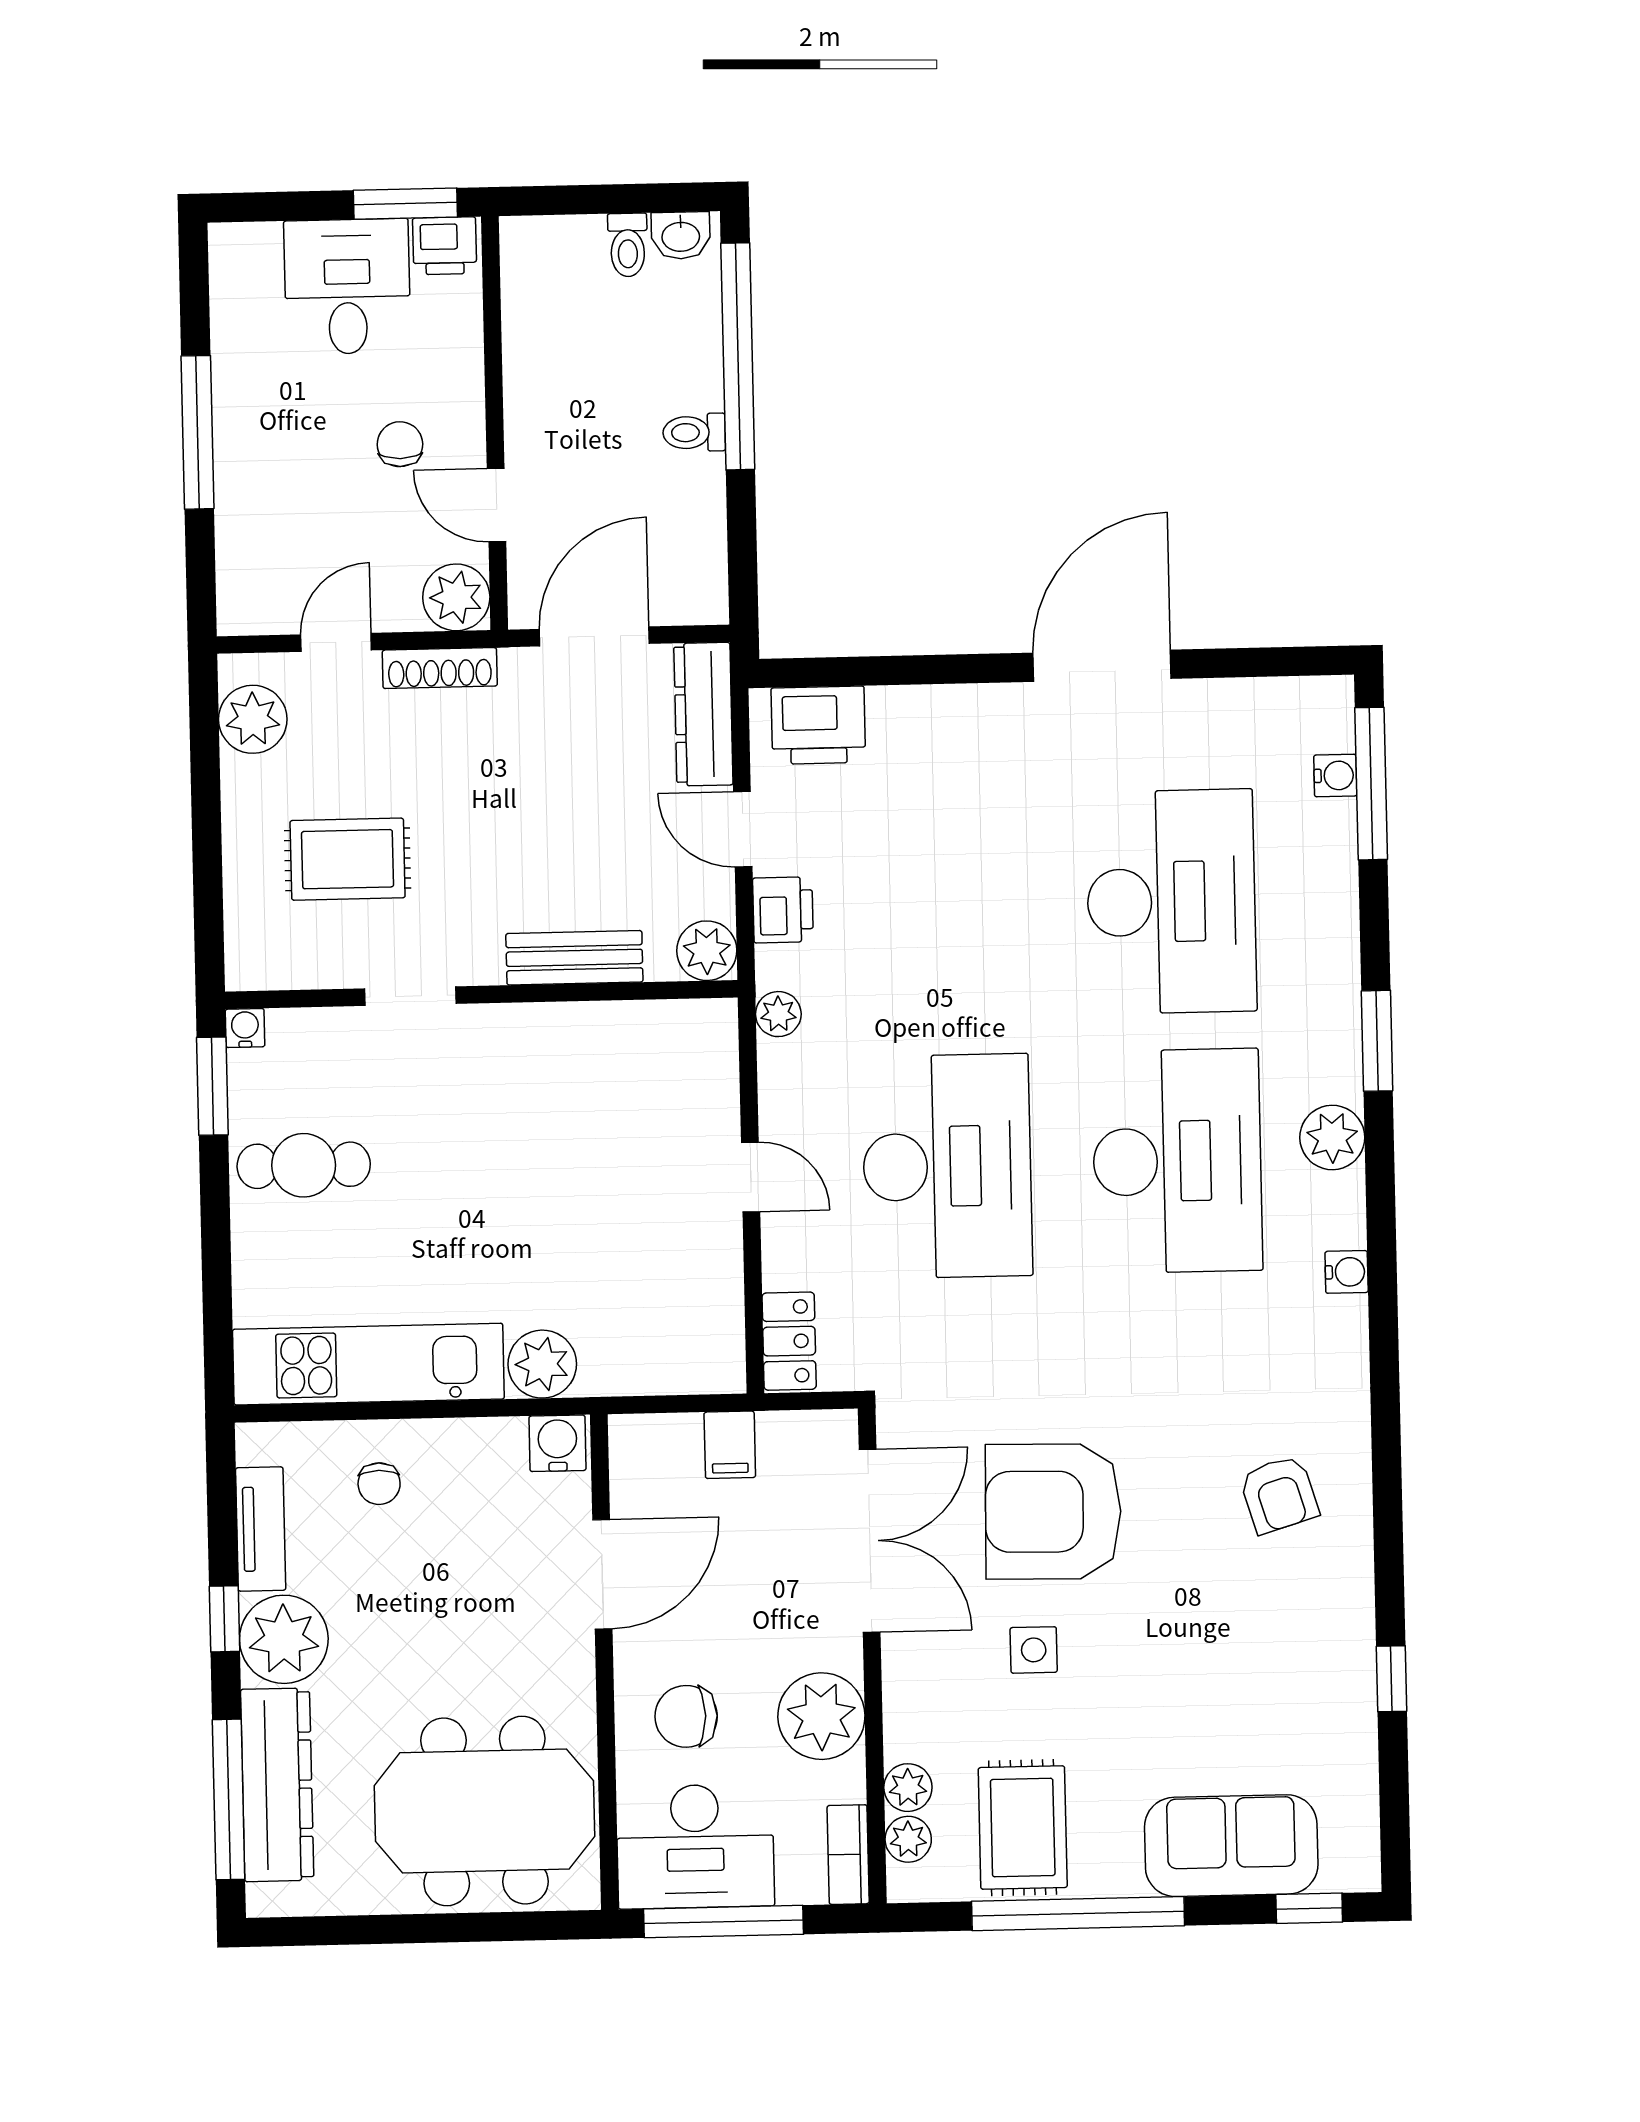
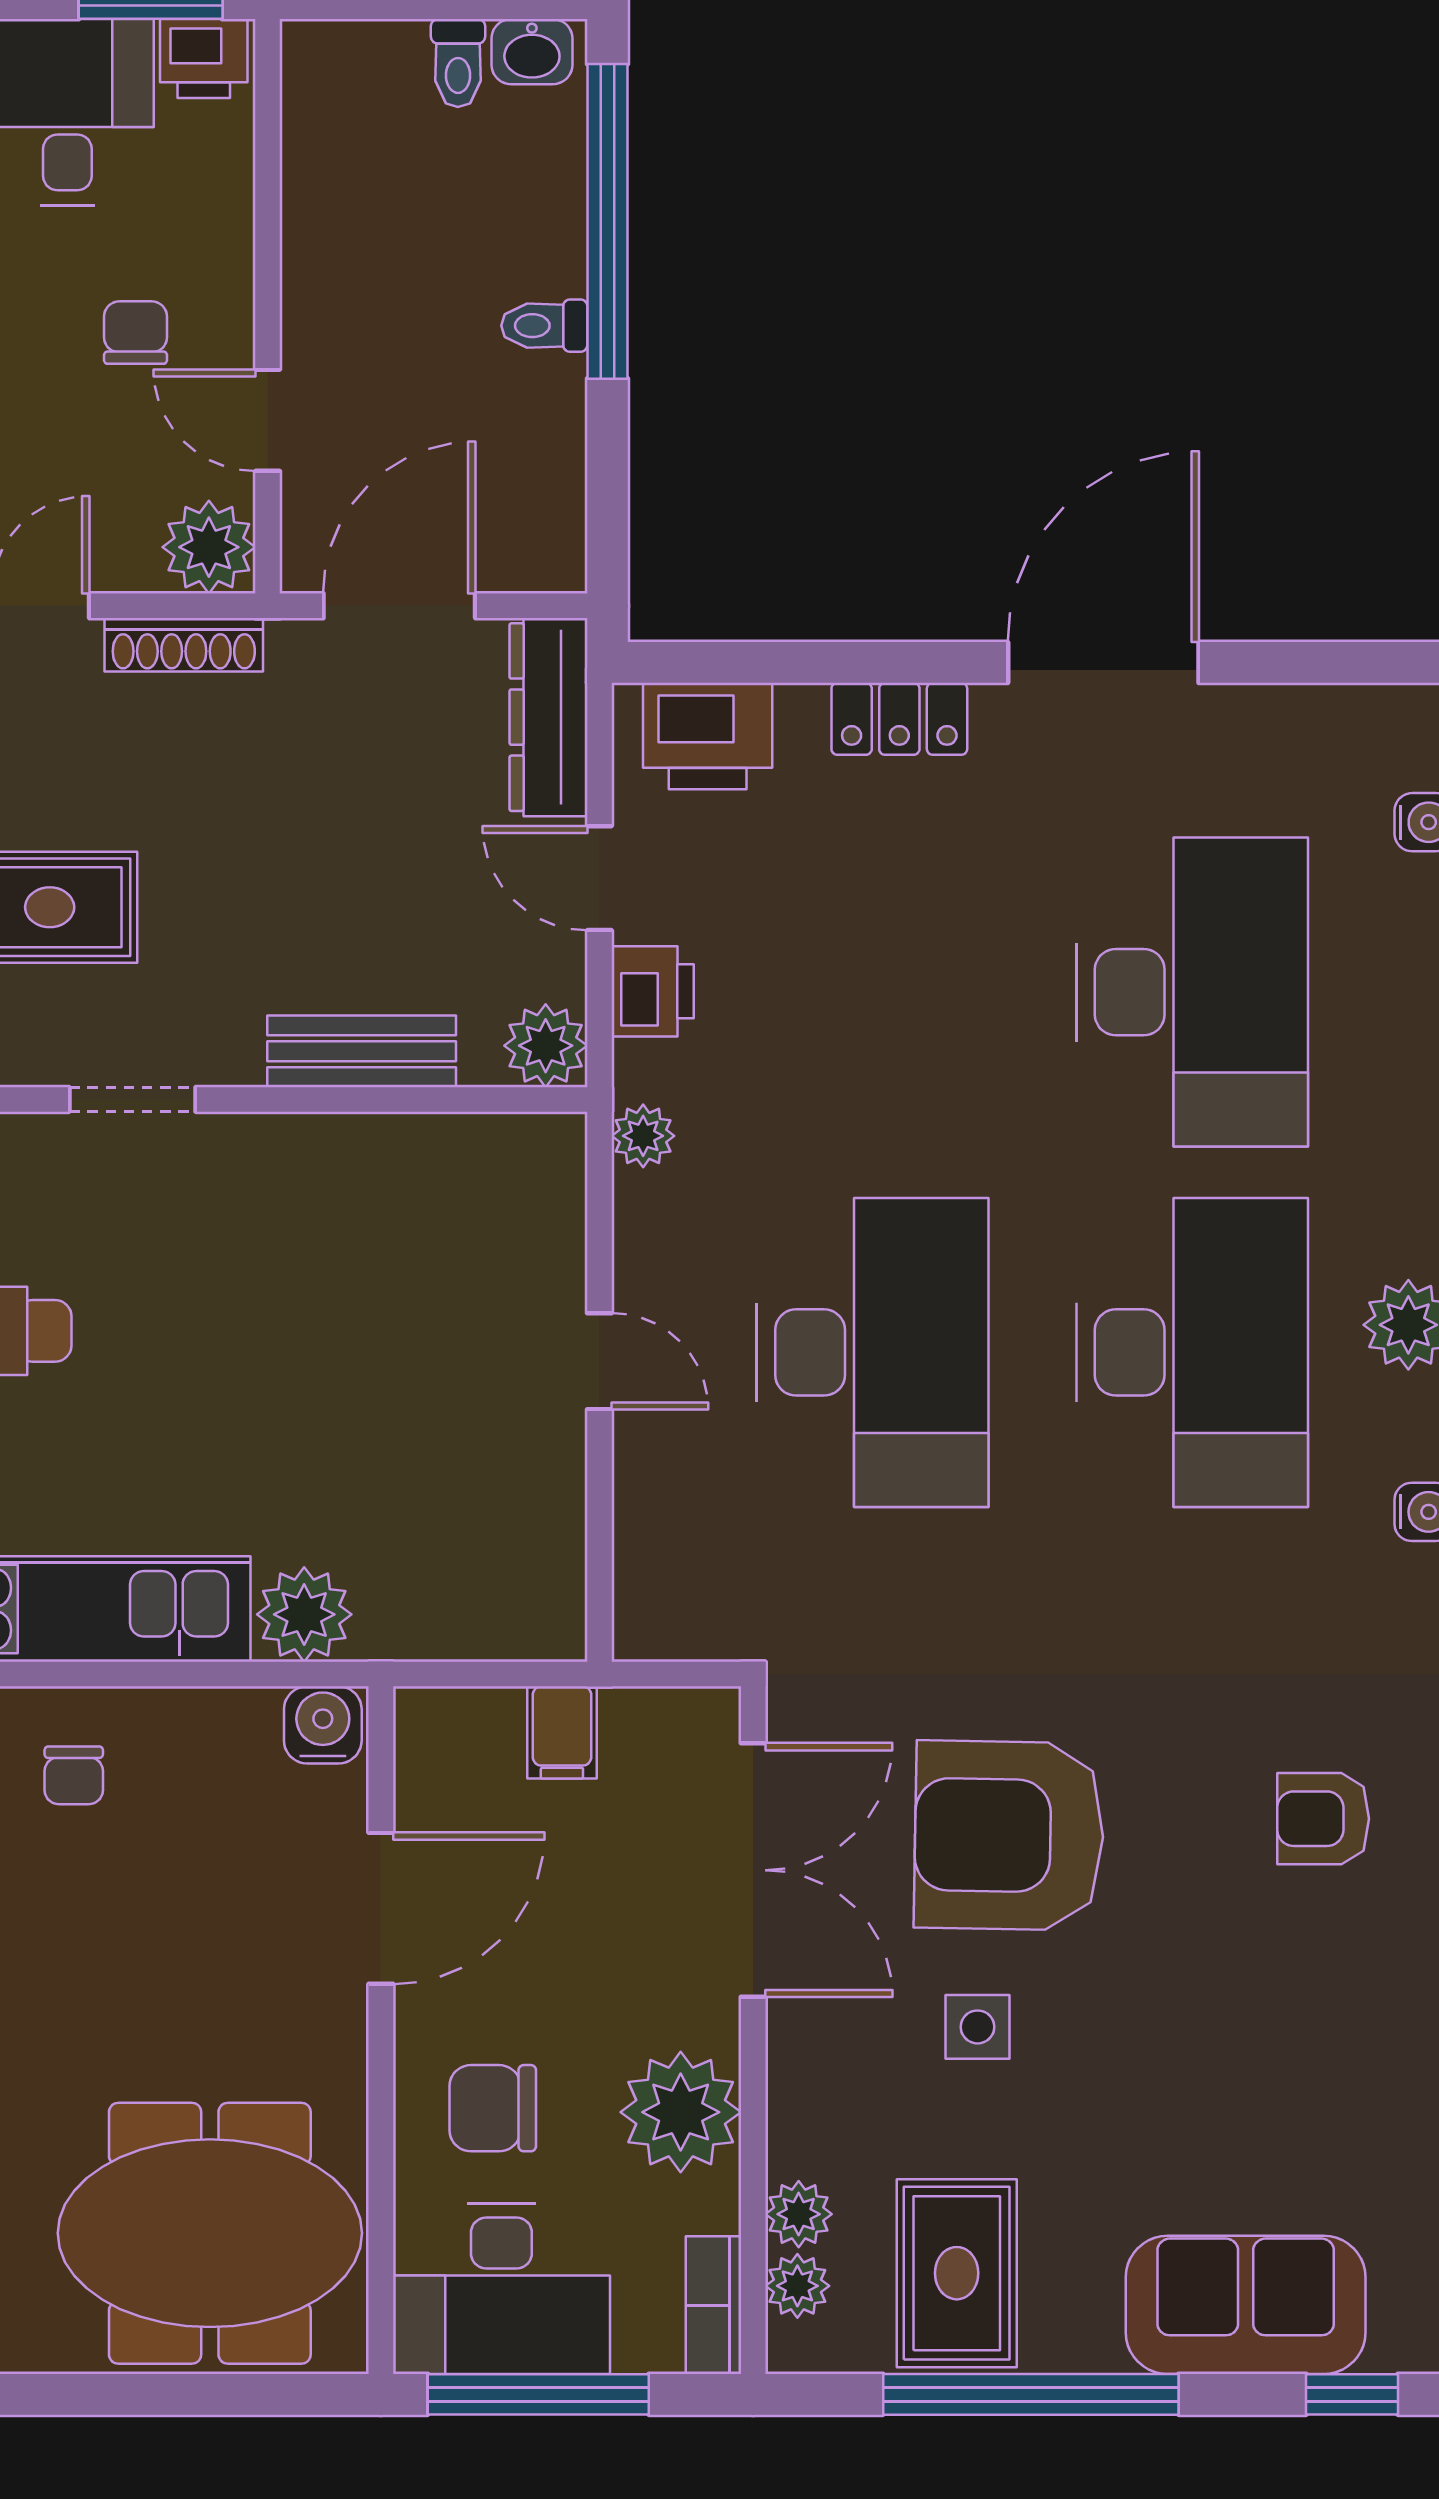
locker: (789, 1341) -> (899, 719), moved, turned 90
armchair: (1279, 1494) -> (1323, 1819), turned 107

